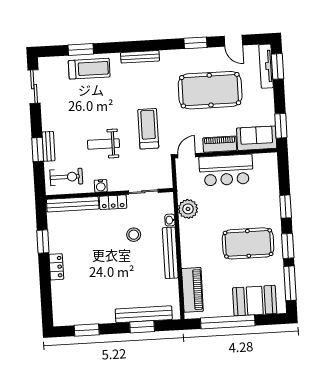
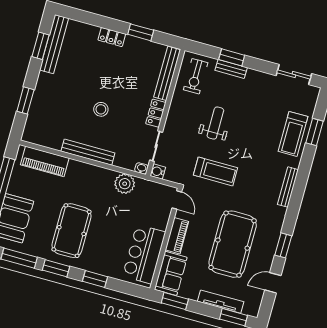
tv unit: (266, 66) -> (221, 302), moved
bar counter: (226, 170) -> (144, 254), moved
water cooler: (101, 186) -> (158, 171), moved
washbasin: (170, 220) -> (141, 168), moved
stool: (134, 235) -> (101, 109), moved
bench: (144, 314) -> (54, 44), moved

